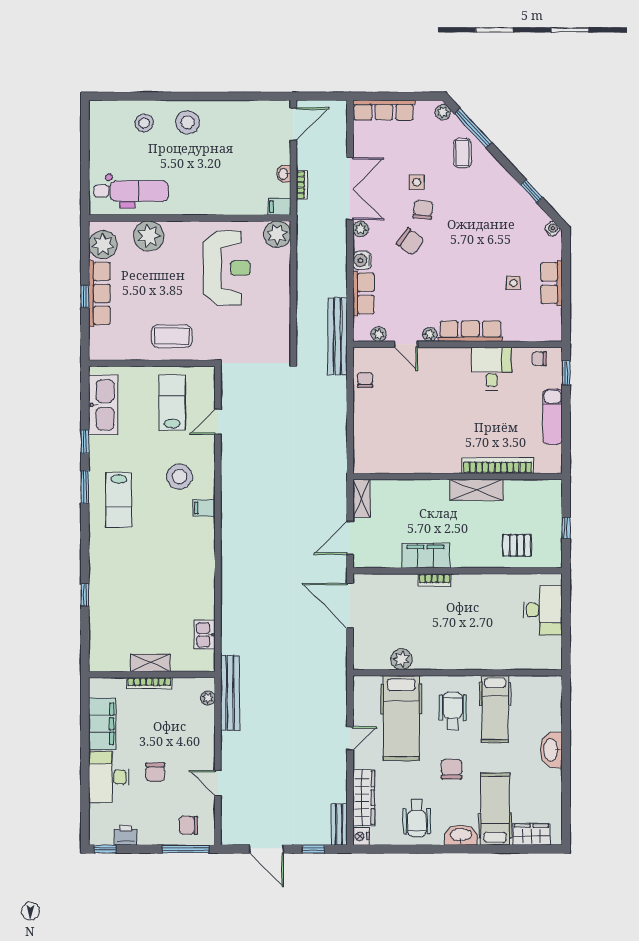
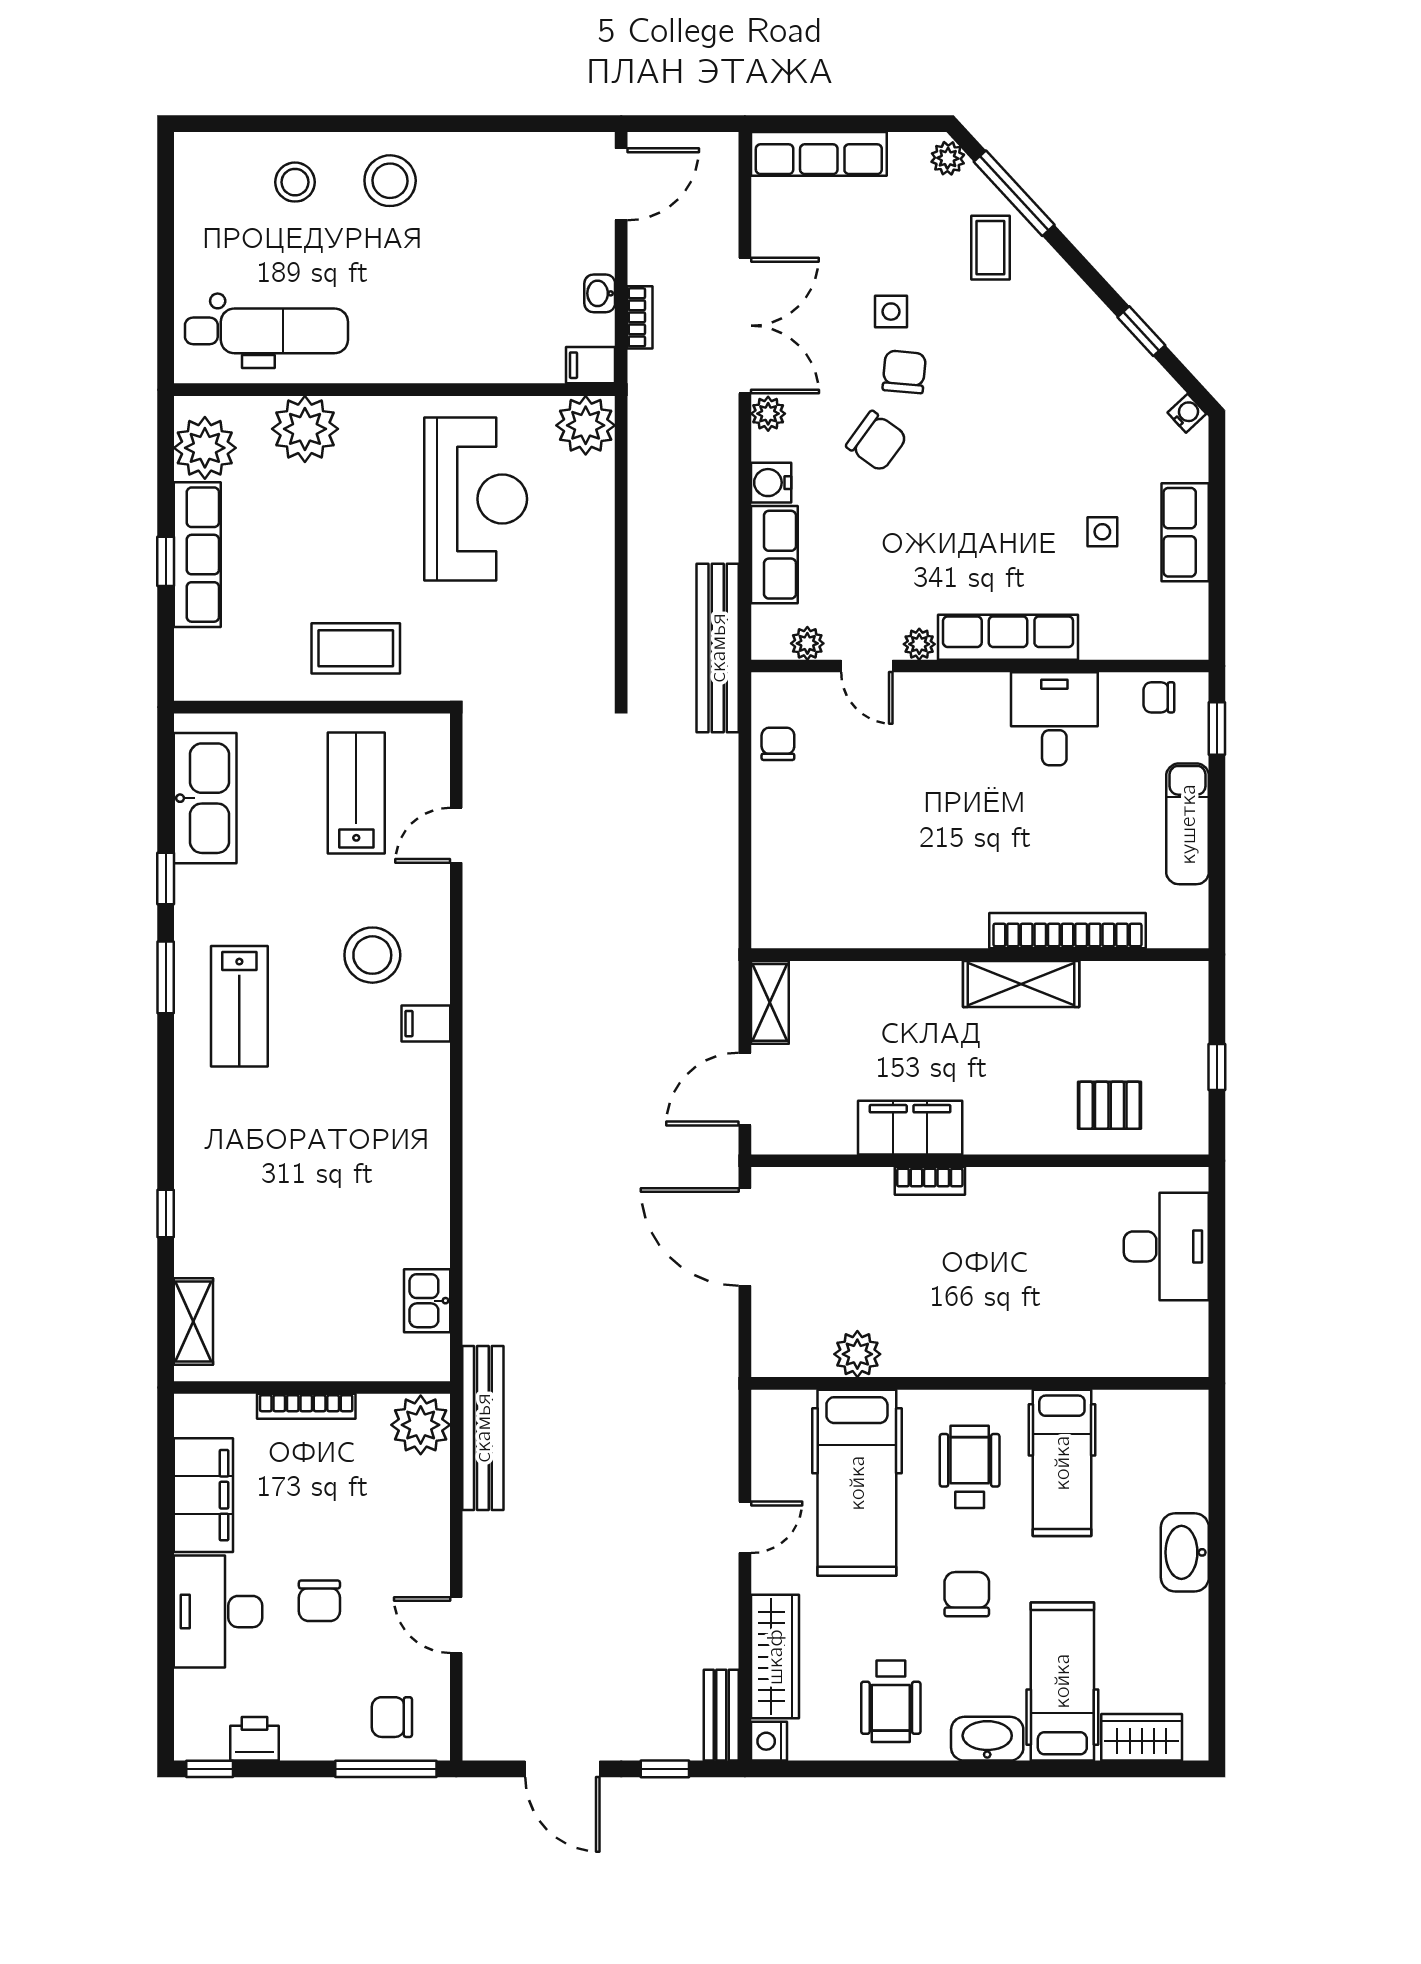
shelving: (150, 663) -> (193, 1321), moved, turned 90
plant: (208, 698) -> (421, 1425), width x1.87, depth x1.87

